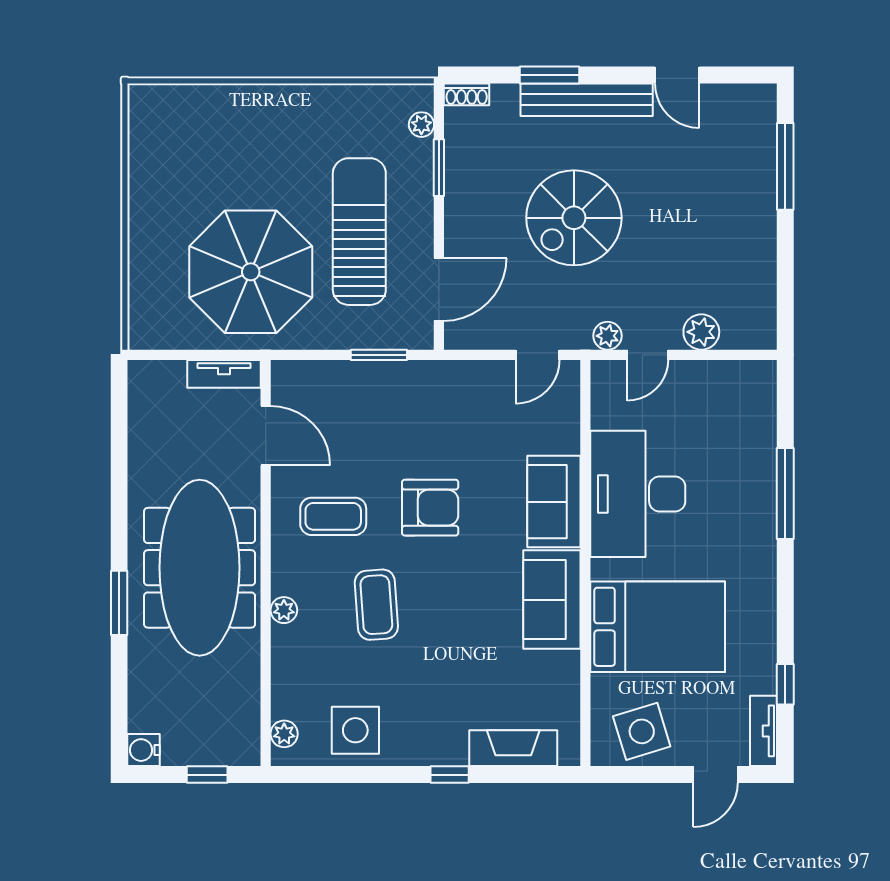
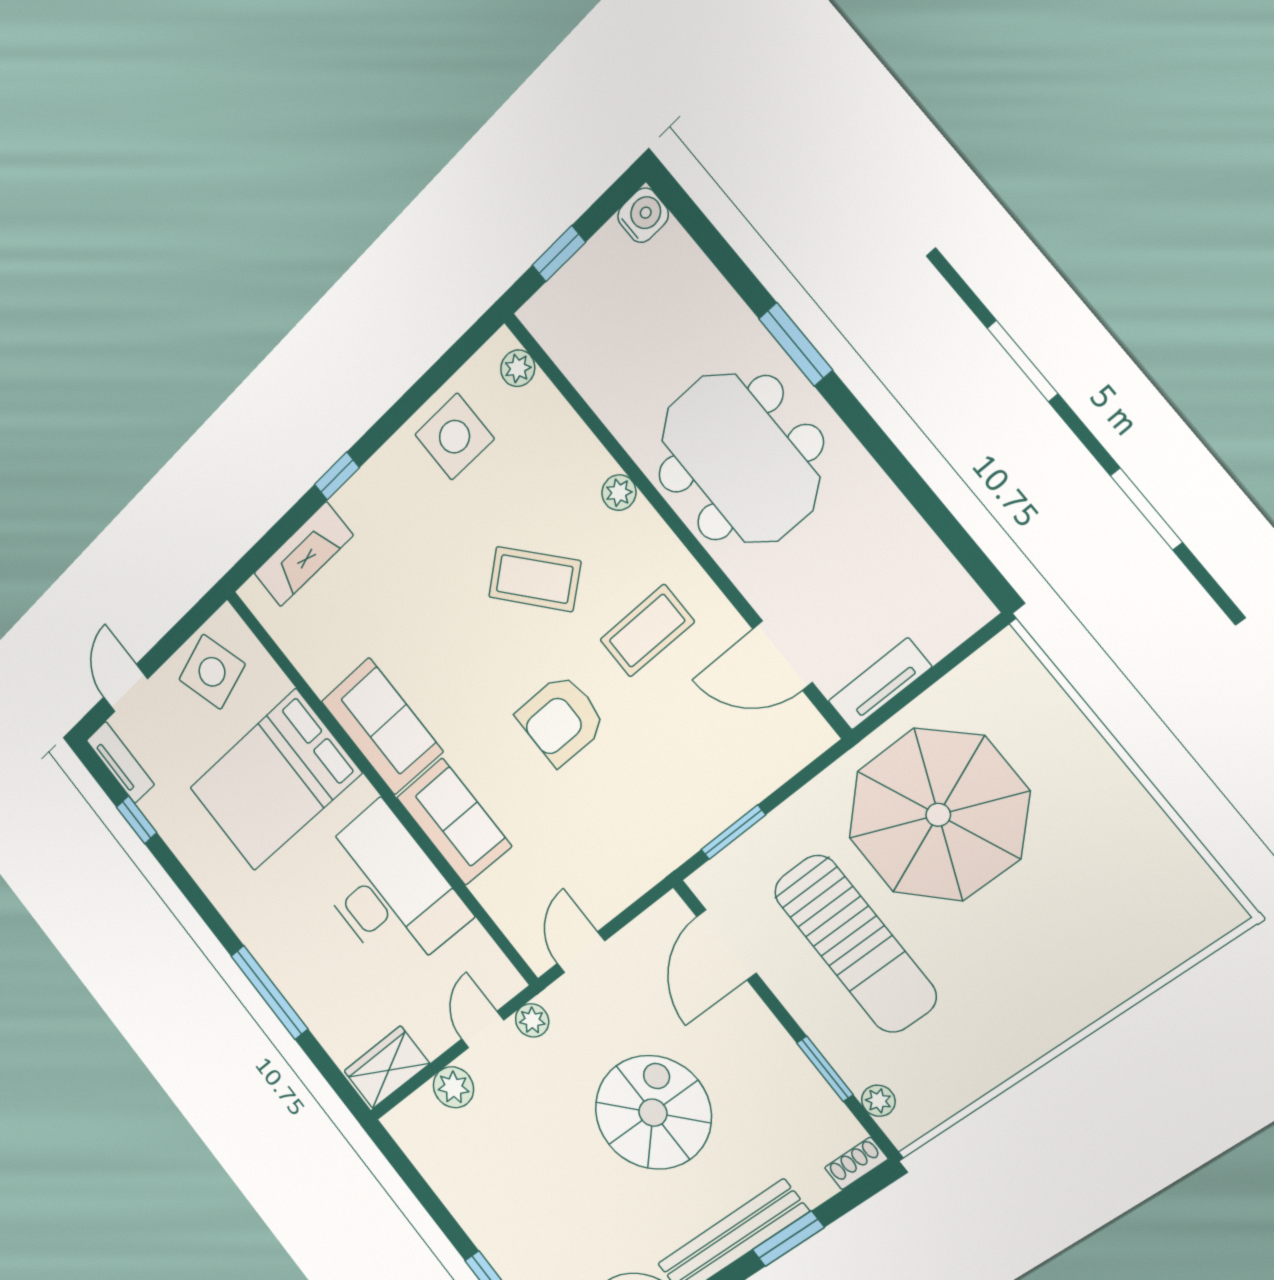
wardrobe: (740, 380) -> (387, 1067), added
meeting table: (200, 568) -> (740, 459), width x0.73
coffee table: (376, 605) -> (535, 579), turned -36

